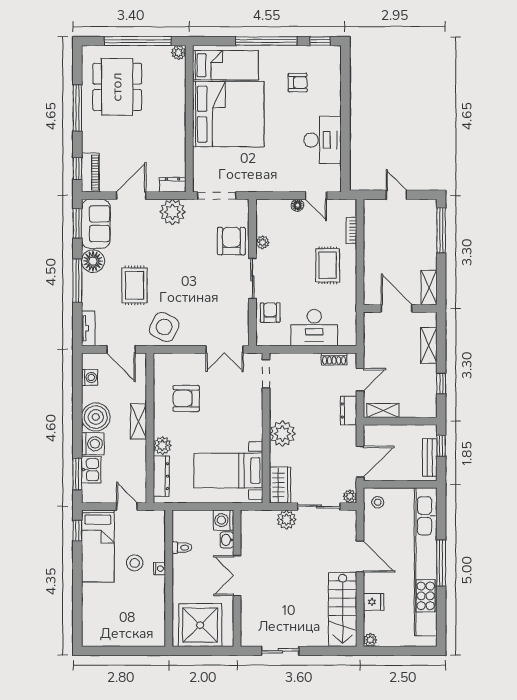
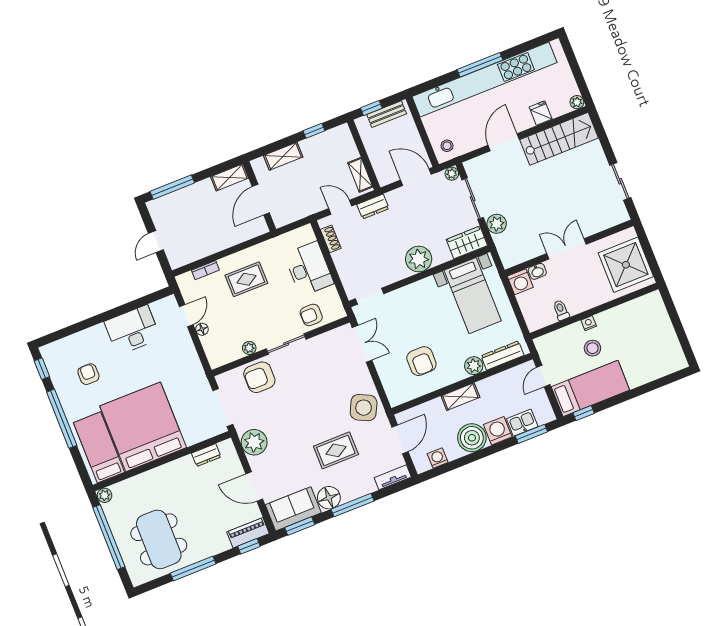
dining table: (117, 87) -> (159, 539), turned 90
dresser: (173, 185) -> (206, 455), moved, turned -90
double door: (237, 576) -> (567, 249), swing flipped

